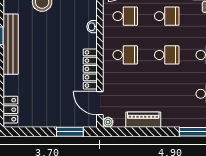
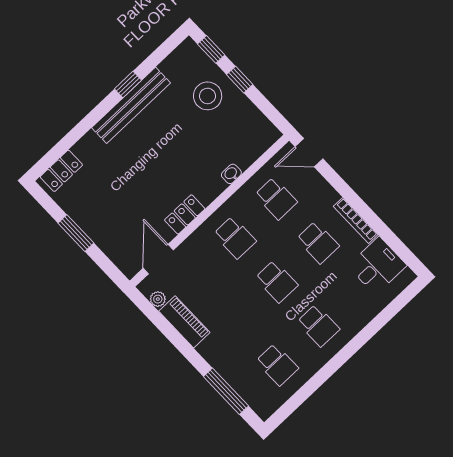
locker: (90, 69) -> (185, 214), width x0.66
plant: (108, 122) -> (158, 299), moved
window: (70, 132) -> (76, 233), moved

